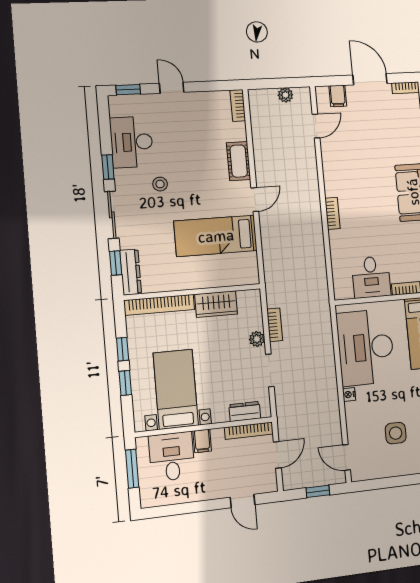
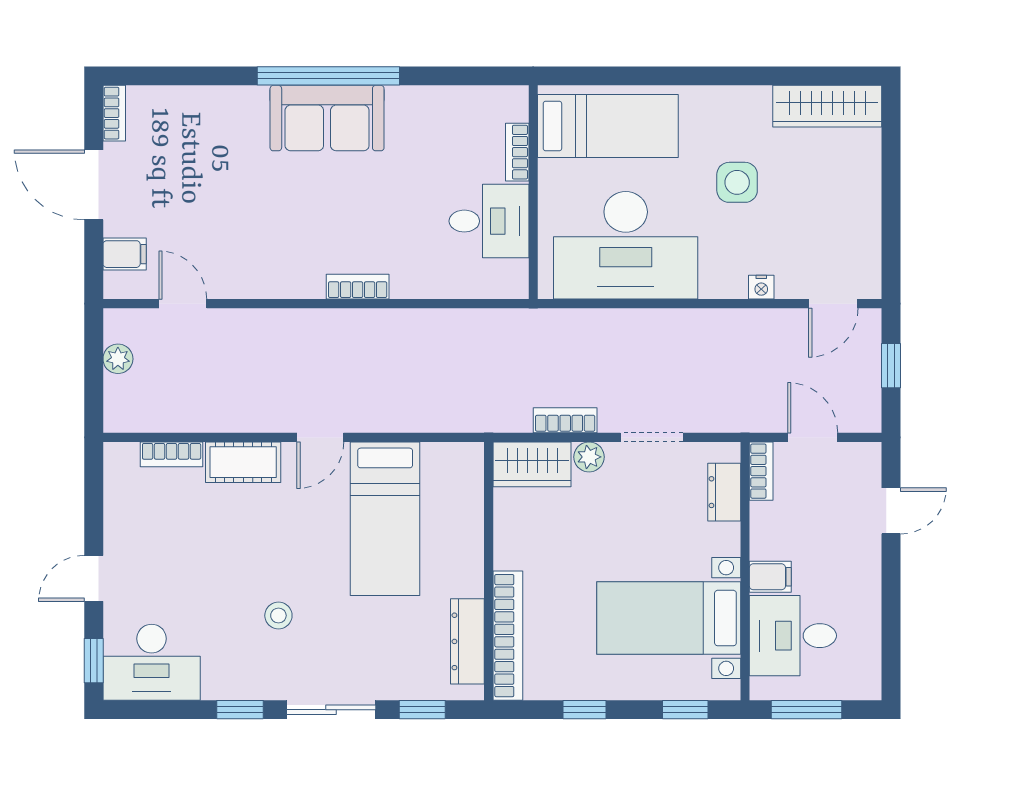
door: (370, 79) -> (94, 185), hinge flipped
bookcase: (238, 105) -> (172, 454), moved
desk: (132, 142) -> (152, 662), moved
door: (255, 200) -> (320, 437), swing flipped
dresser: (131, 272) -> (467, 641), moved, turned -90
wardrobe: (216, 304) -> (532, 464), moved, turned 90
window: (125, 383) -> (685, 710), moved
nightstand: (349, 394) -> (761, 287), moved
bookcase: (249, 431) -> (761, 471), width x0.64
side table: (396, 433) -> (737, 182), moved

